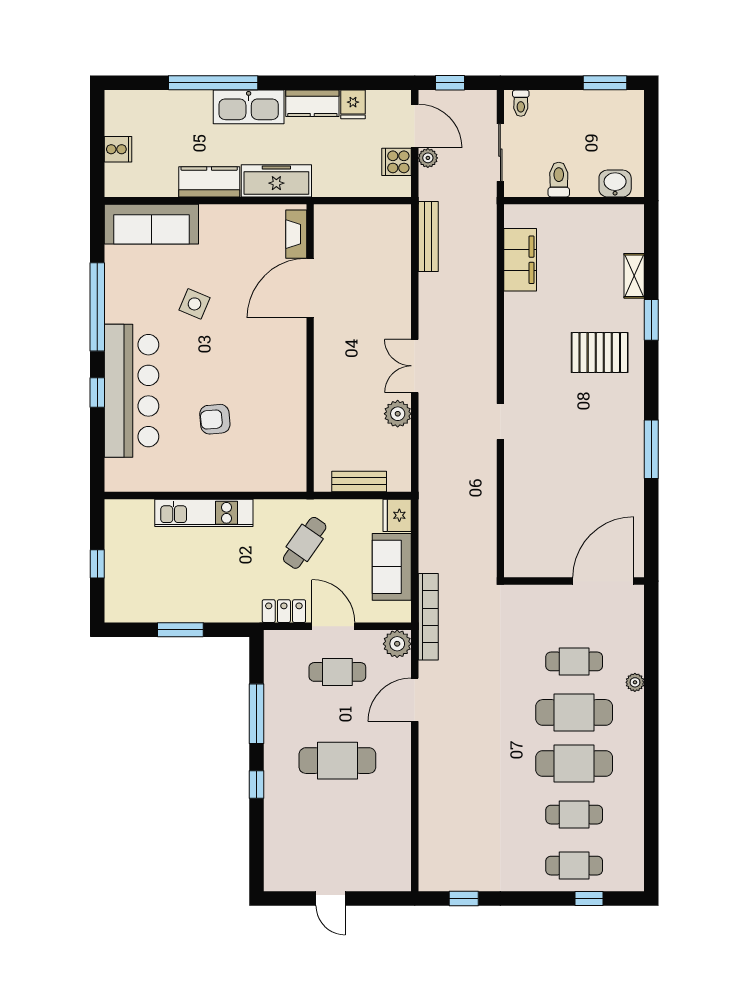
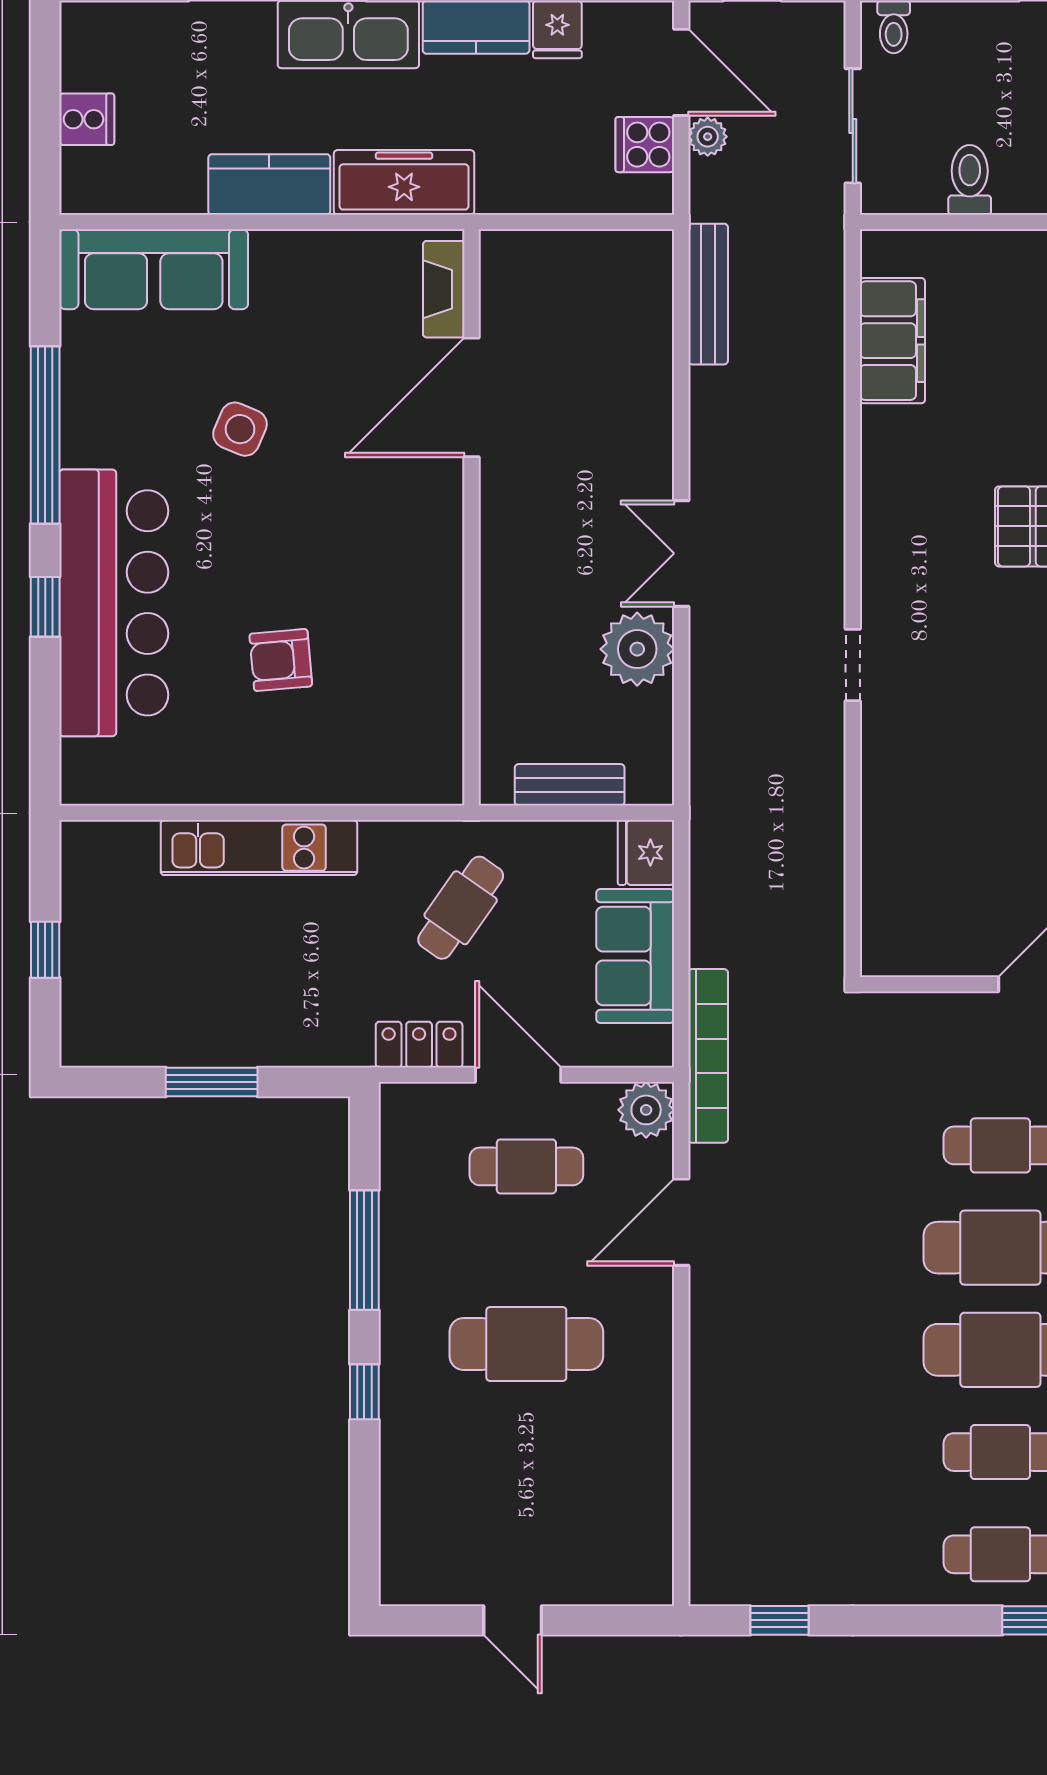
plant: (398, 414) -> (637, 649), width x1.36, depth x1.36

